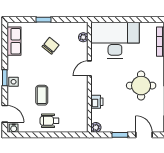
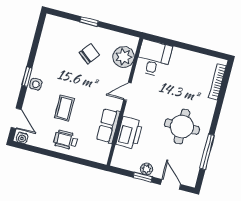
plant: (83, 37) -> (124, 57), width x1.88, depth x1.88
desk: (115, 40) -> (154, 58), width x0.53, depth x0.77
row of seats: (14, 41) -> (108, 126), moved, turned 180
printer: (97, 102) -> (129, 133), width x1.87, depth x1.48
plant: (96, 127) -> (146, 169), moved

